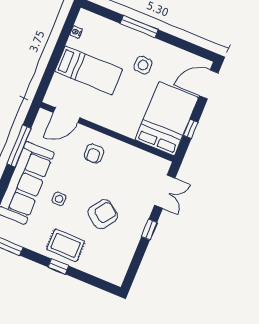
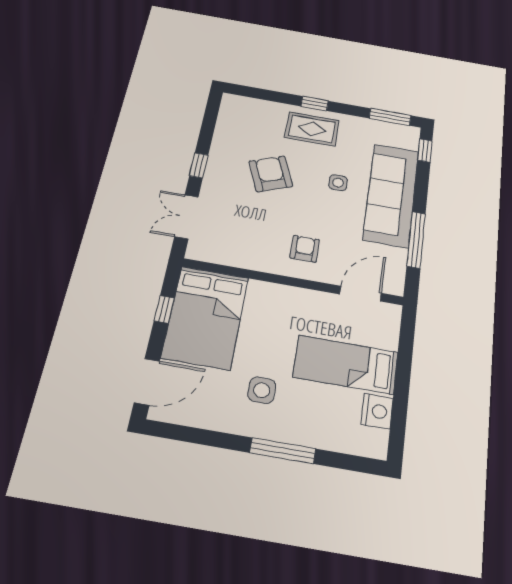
nightstand: (76, 32) -> (377, 411), width x1.89, depth x1.79
armchair: (103, 214) -> (271, 174), turned 123

